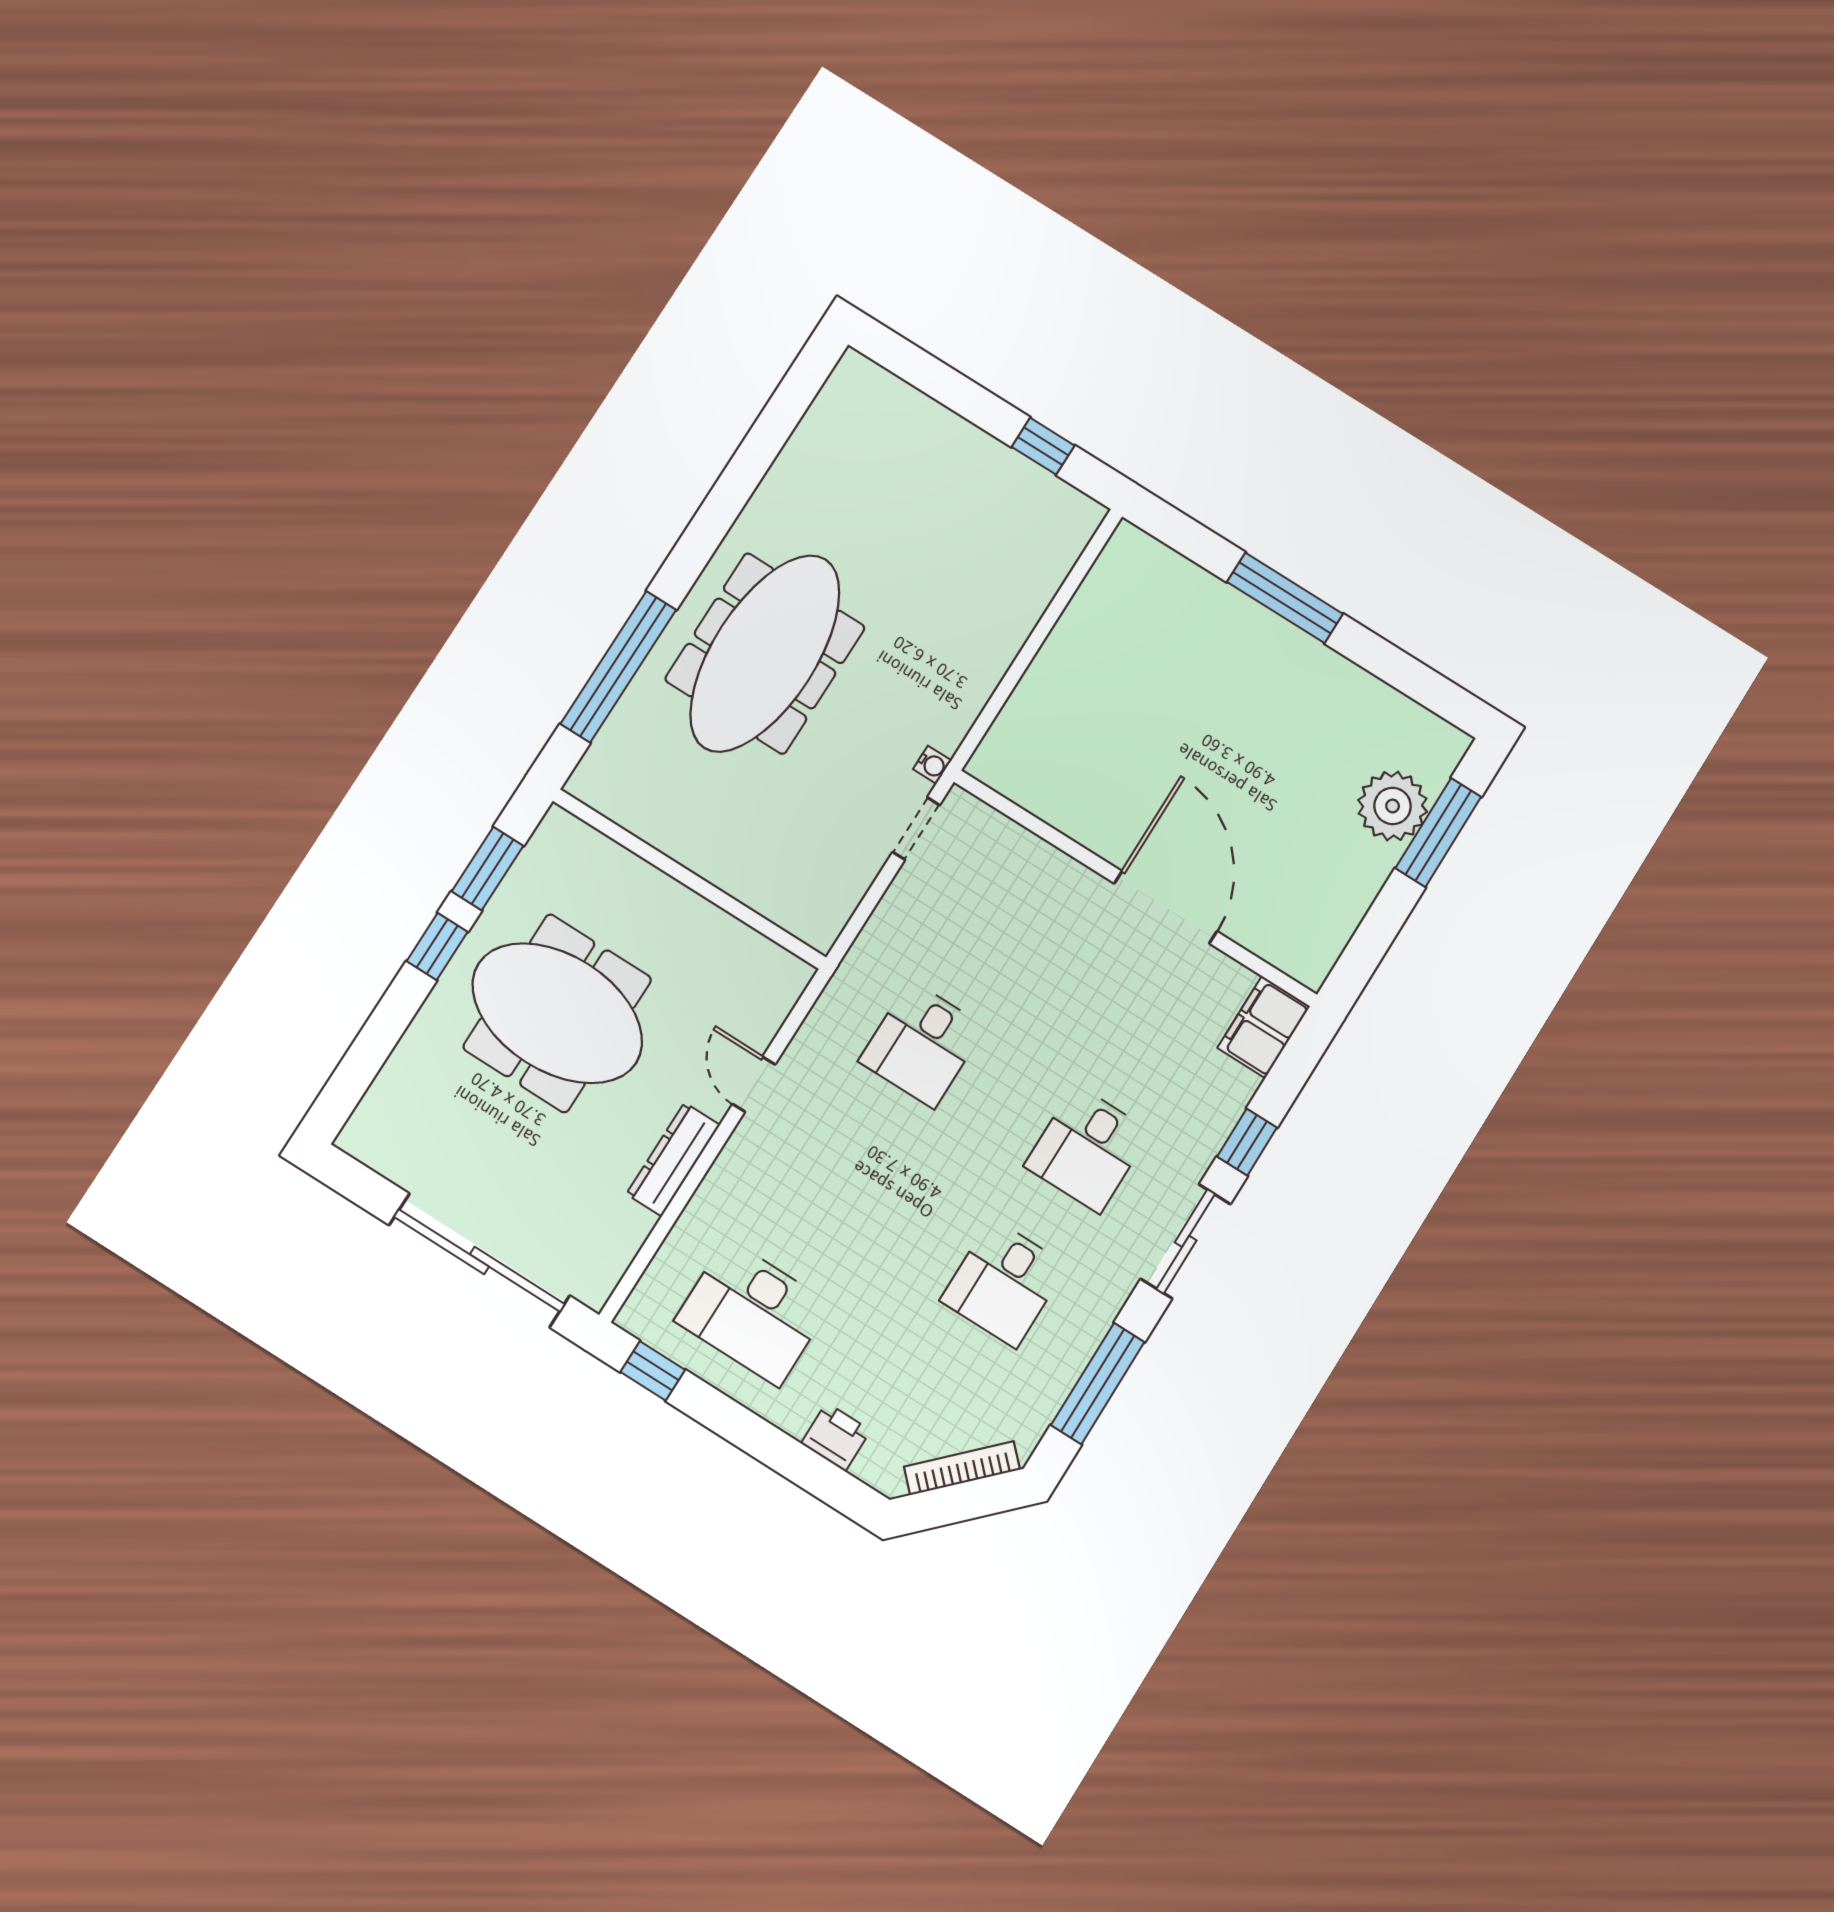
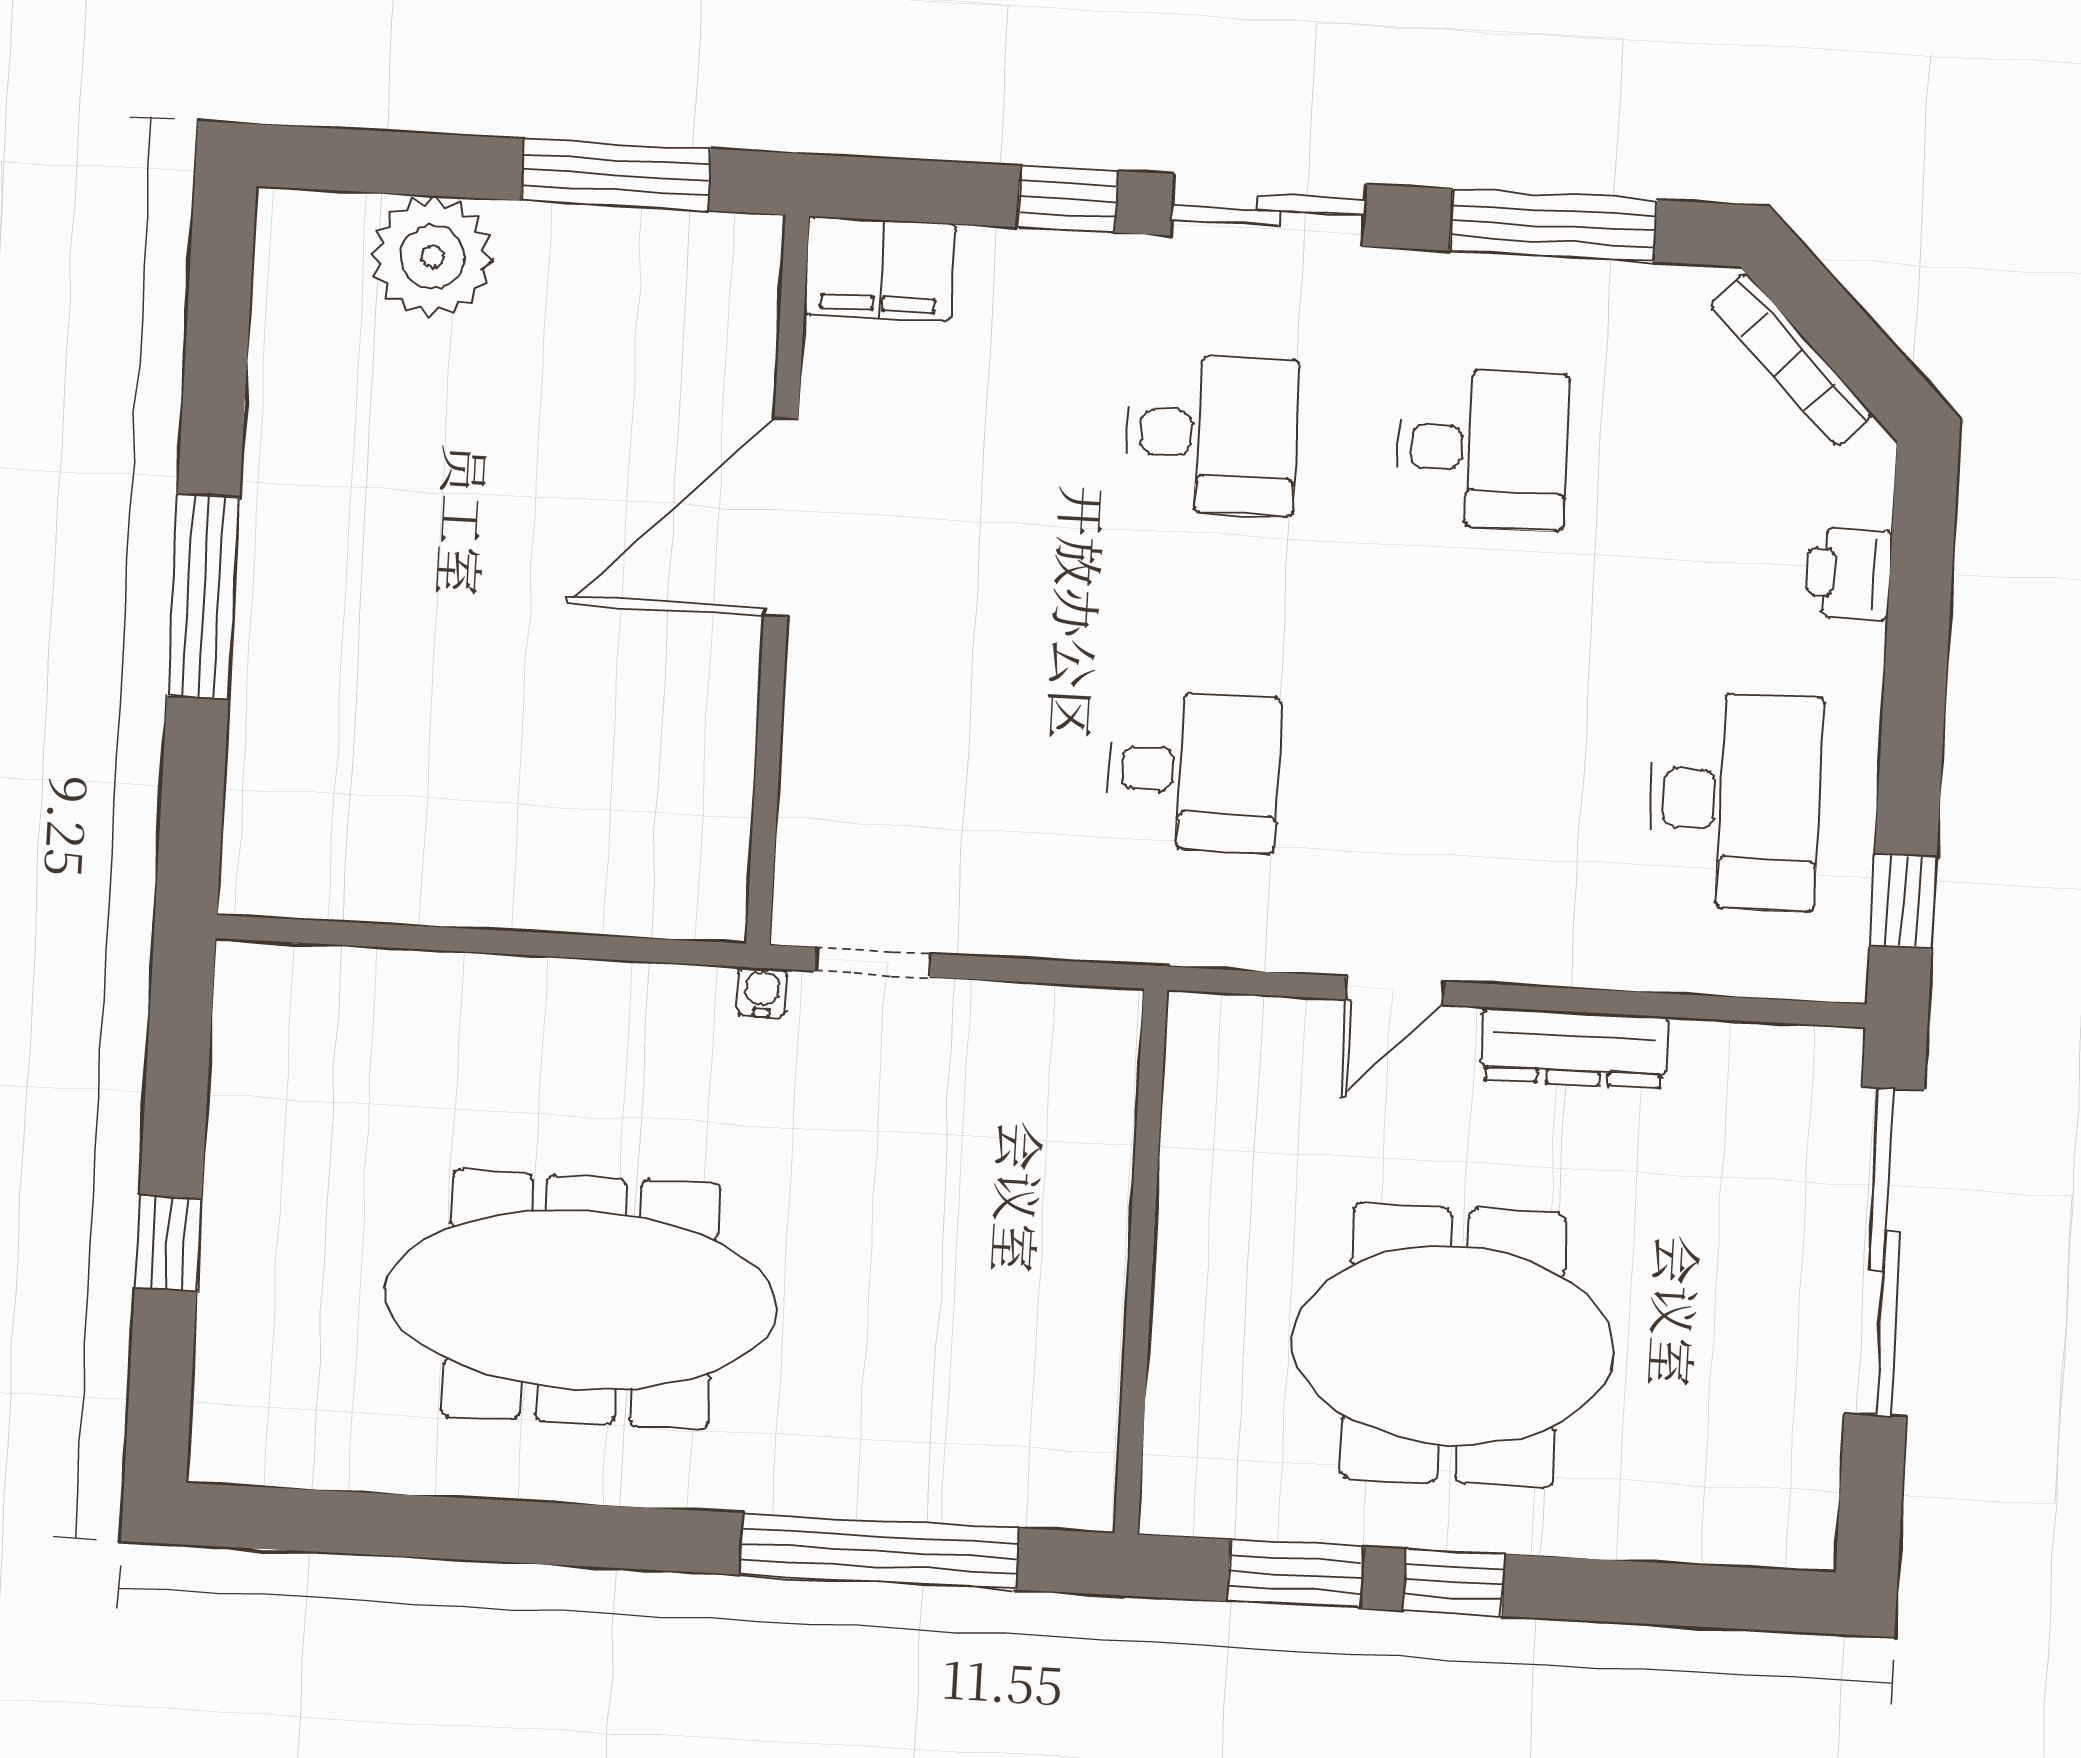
window: (1043, 446) -> (168, 1243), moved
meeting table: (765, 653) -> (581, 1300), moved
window: (1438, 833) -> (616, 175), moved
meeting table: (557, 1013) -> (1453, 1345), turned 90

